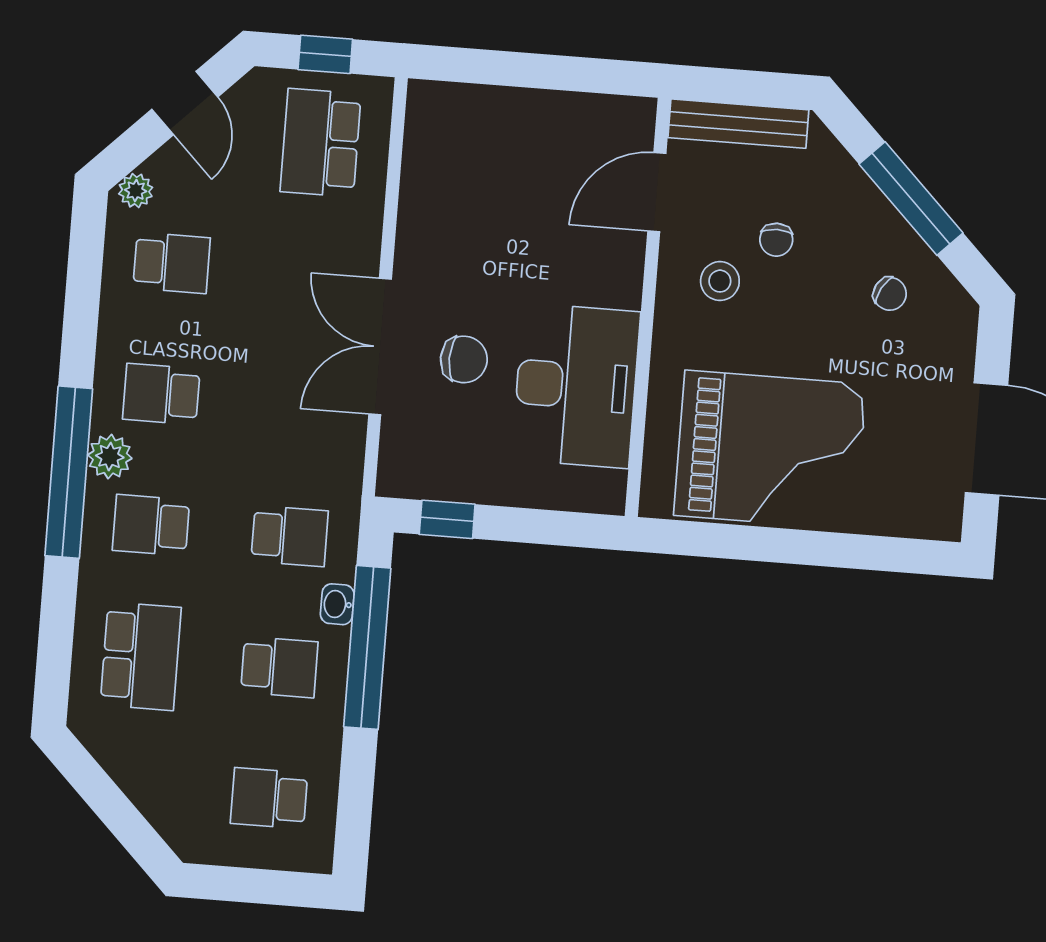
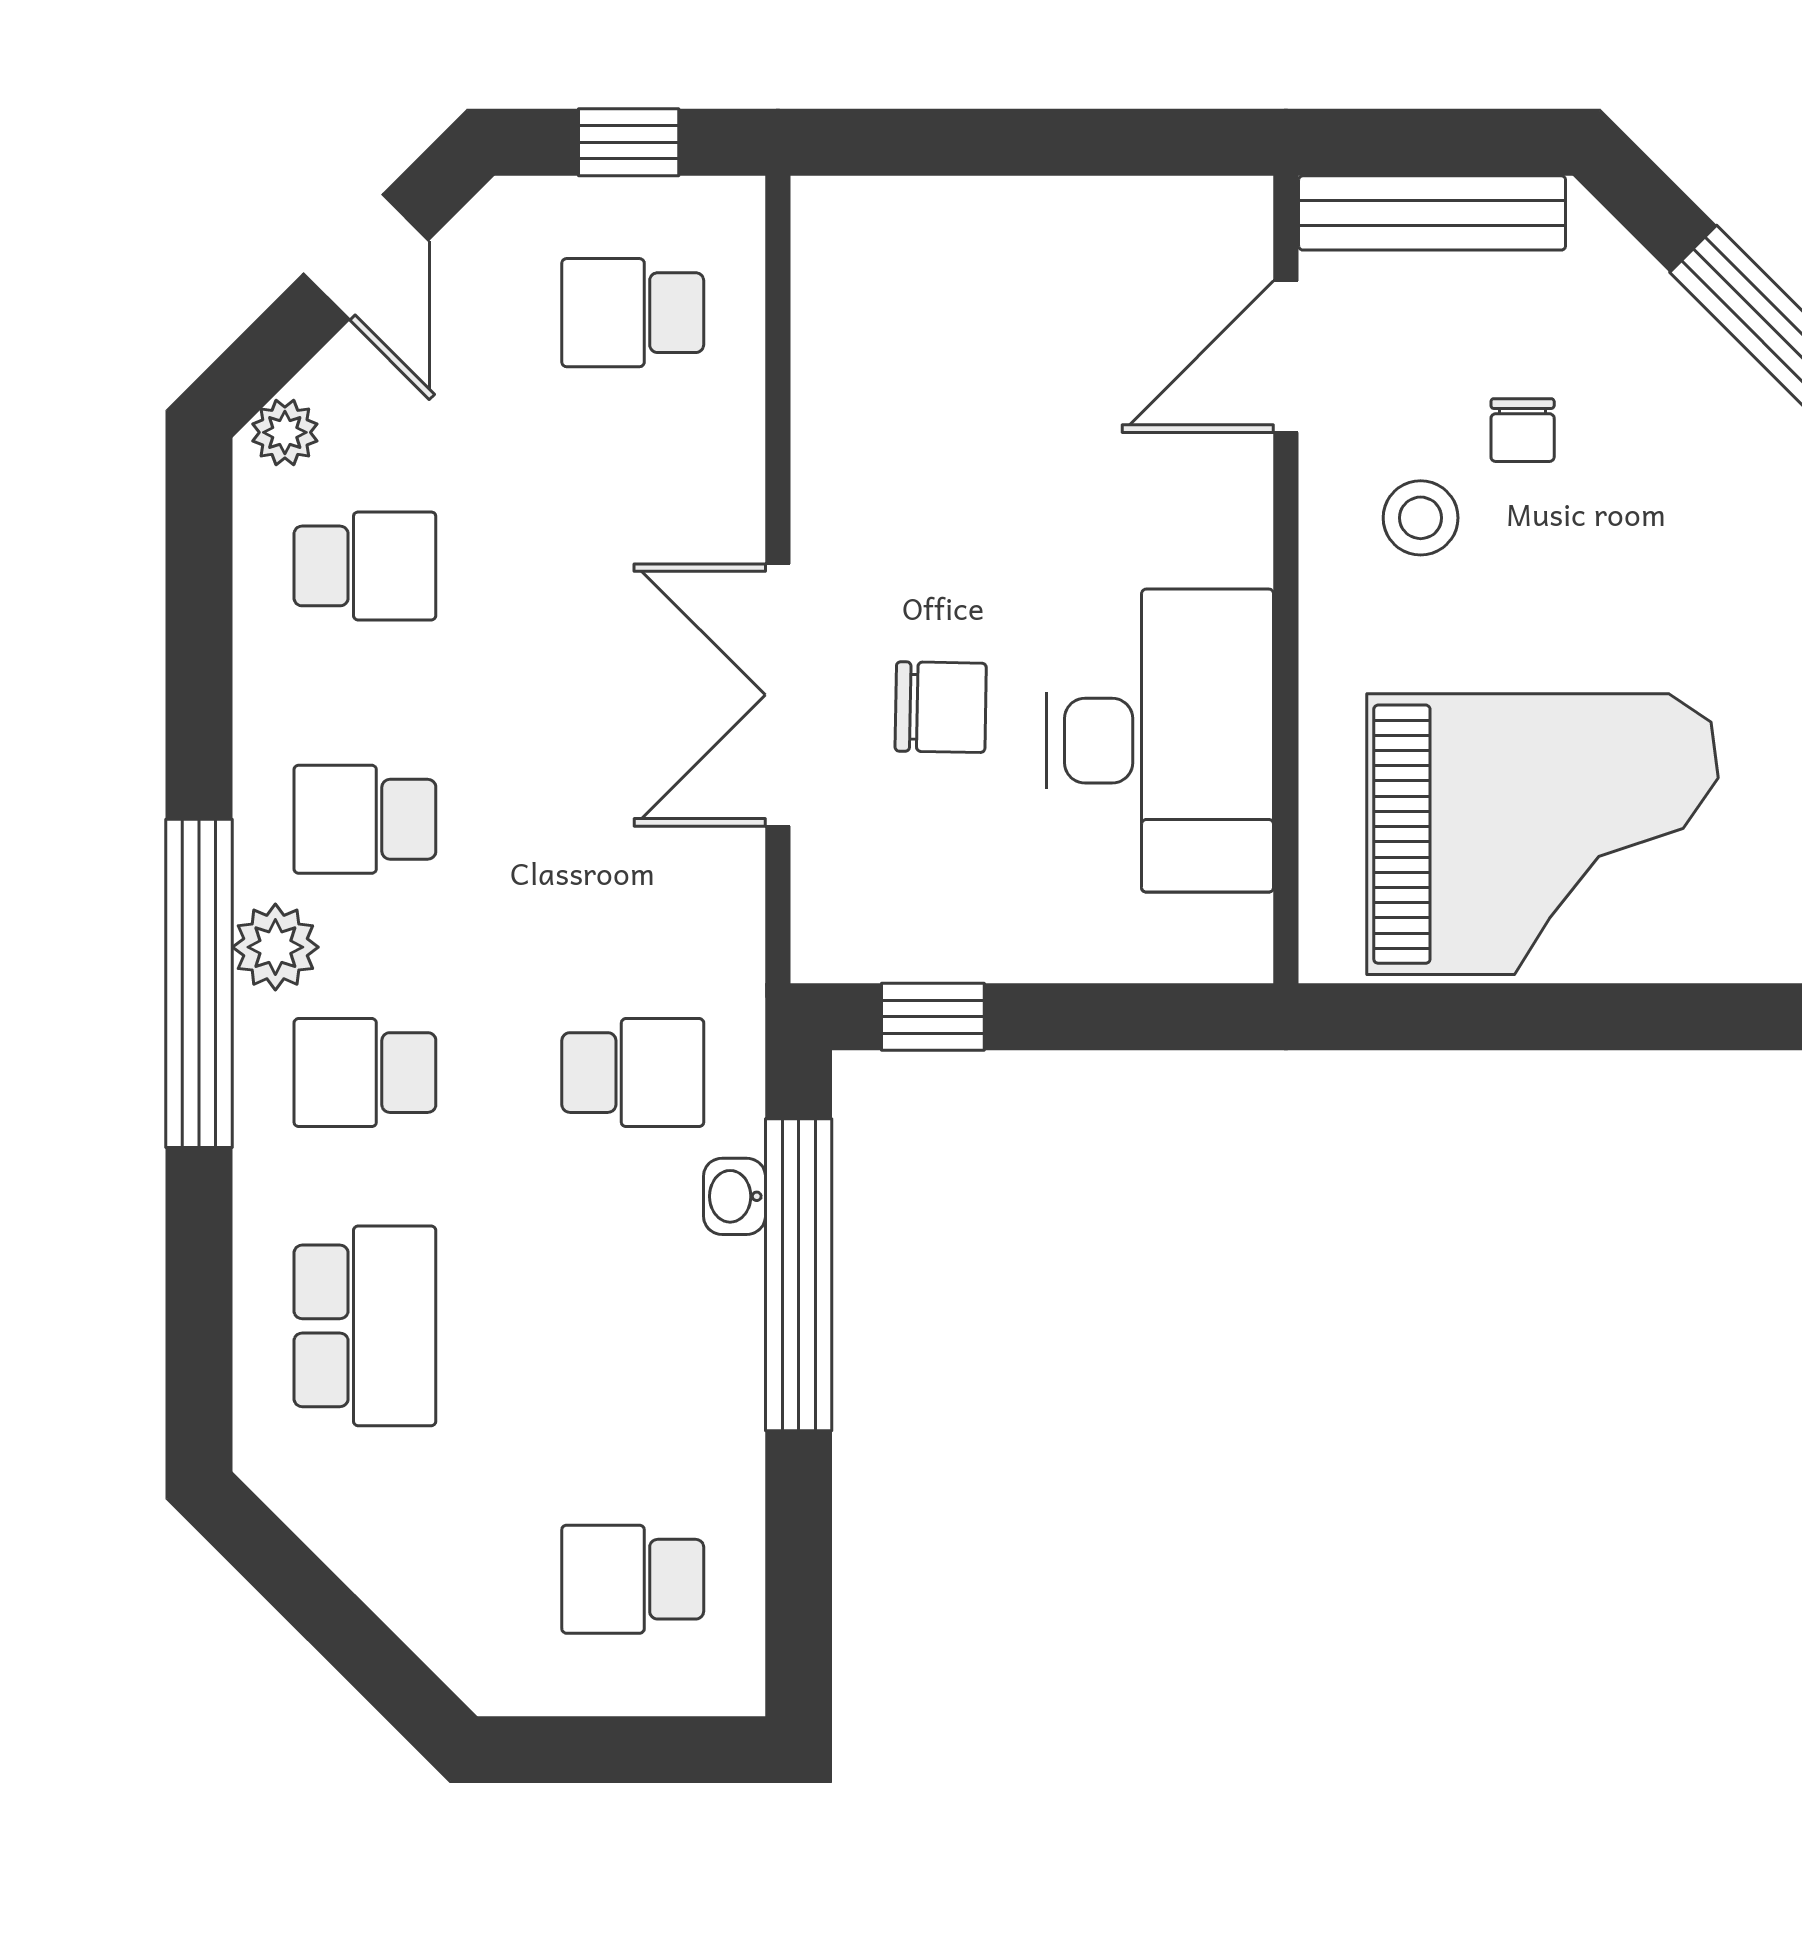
school desk: (321, 143) -> (633, 313), width x0.54
chair: (890, 294) -> (1749, 517), removed
school desk: (279, 667) -> (633, 1326), removed

